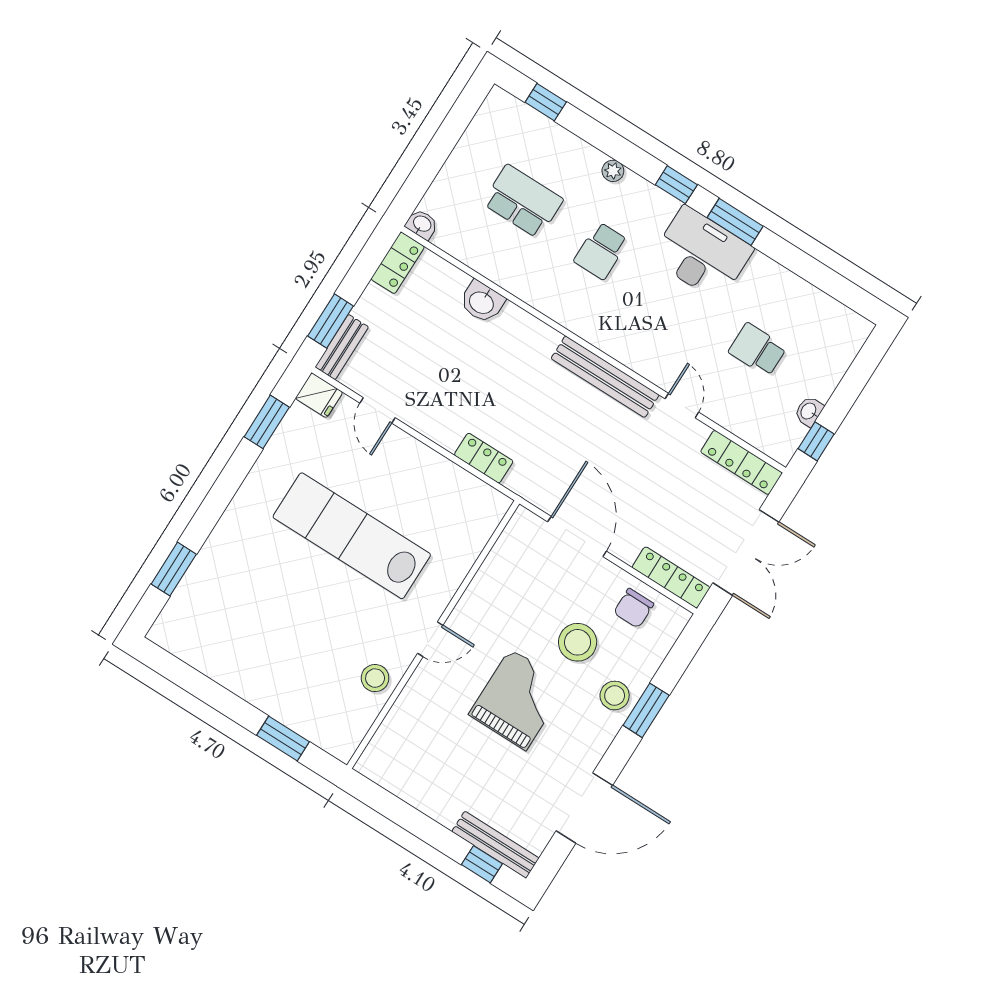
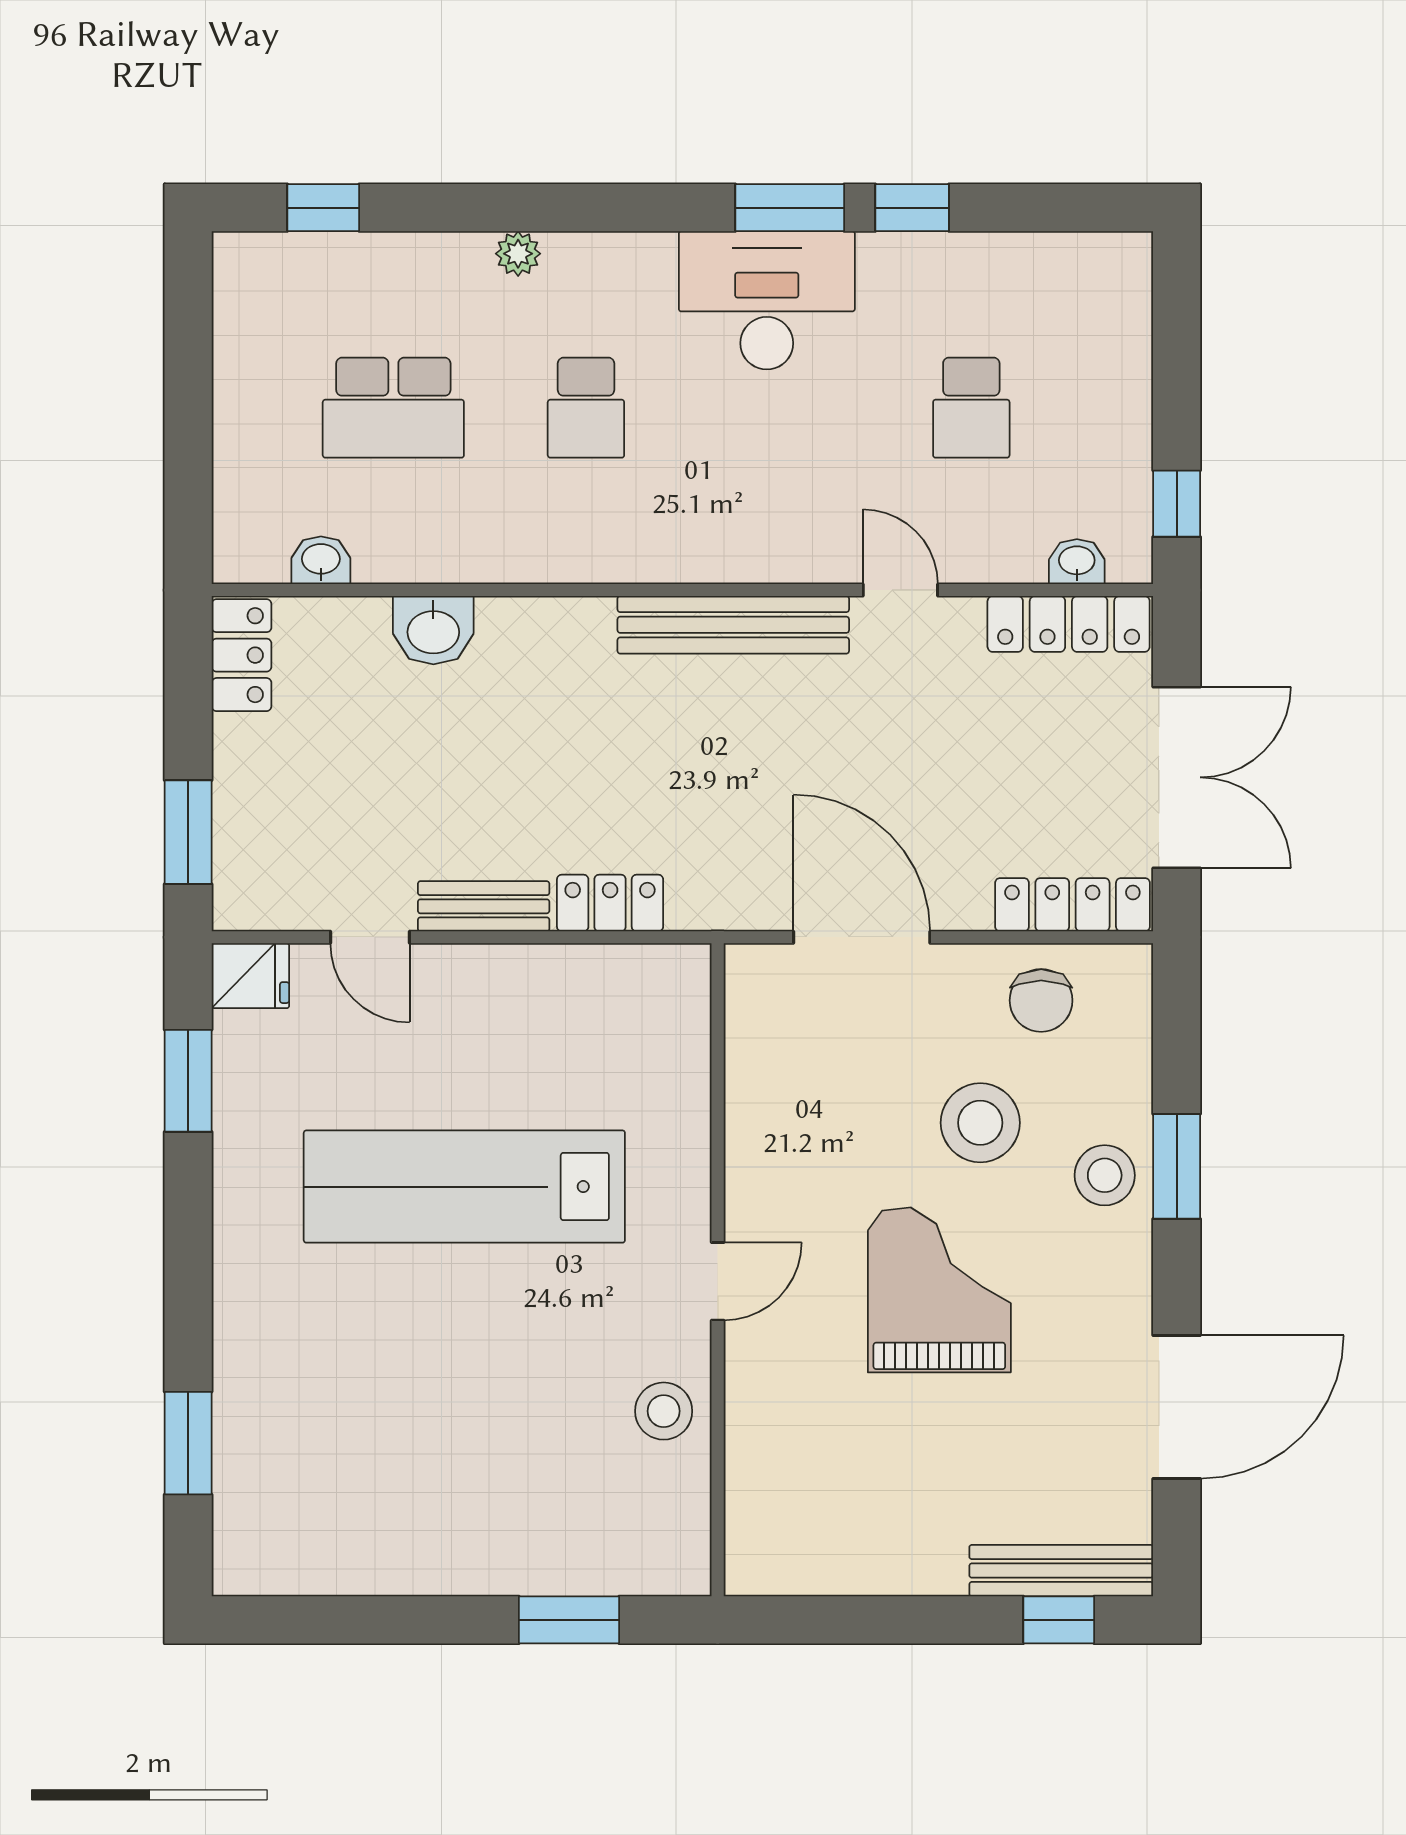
window: (676, 185) -> (912, 208), moved
school desk: (523, 201) -> (393, 408), turned 180
washbasin: (422, 224) -> (321, 560), moved
bench: (342, 347) -> (484, 906), moved, turned 90
school desk: (757, 350) -> (971, 408), turned -90
washbasin: (809, 411) -> (1077, 562), moved, turned 90

